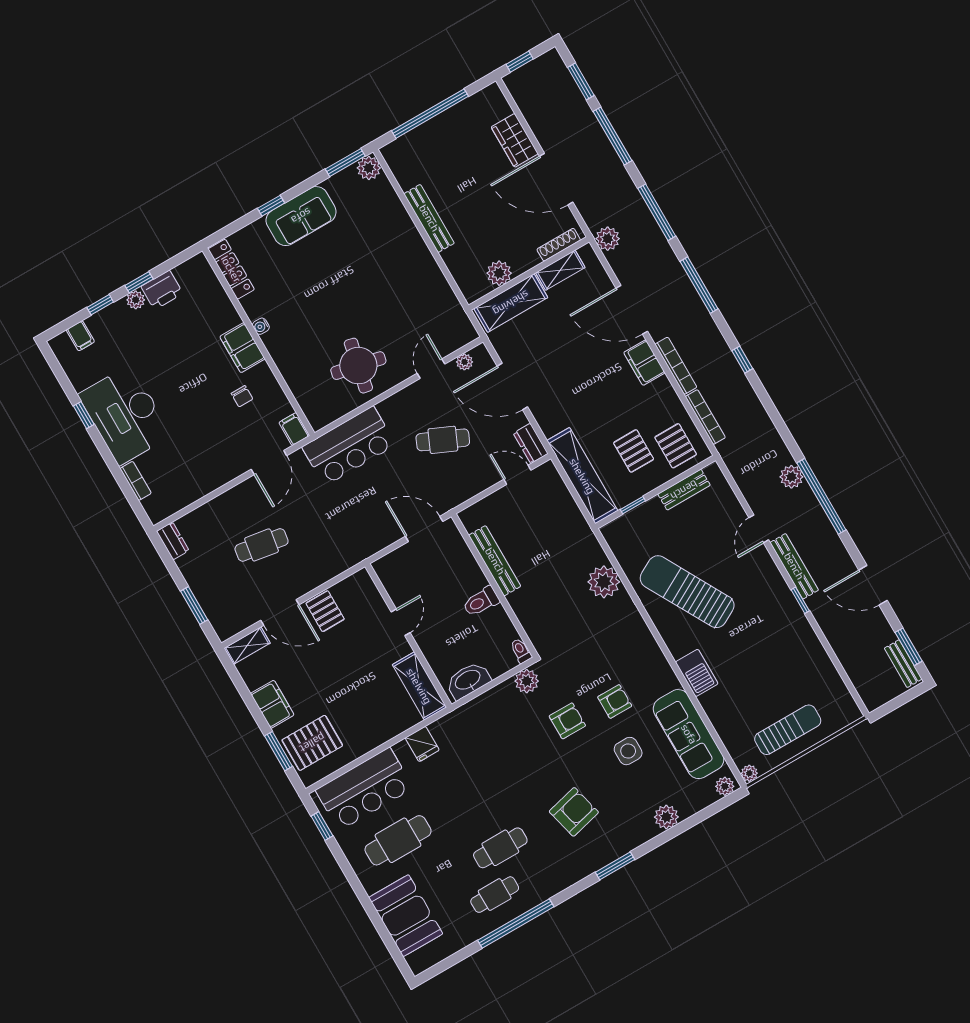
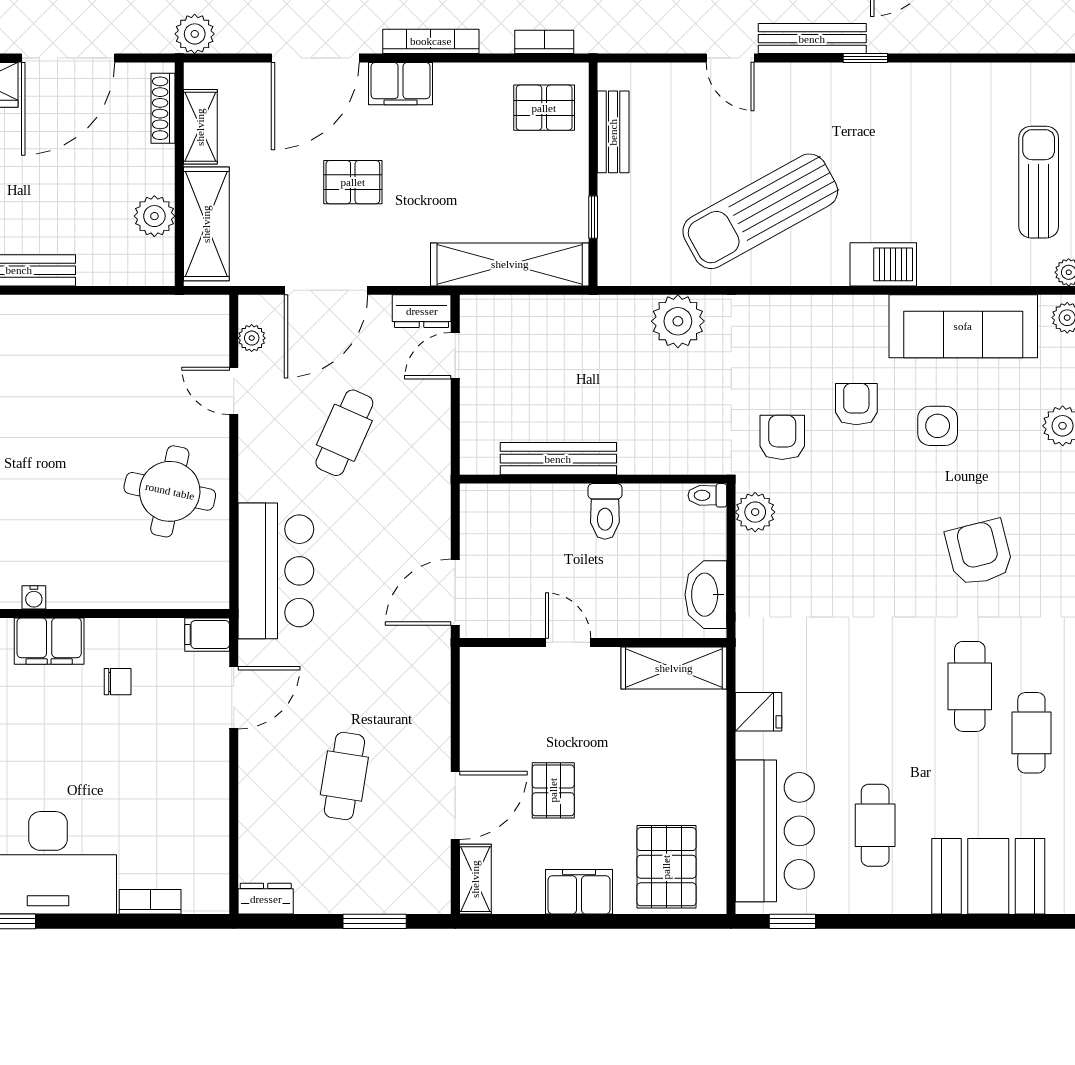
bookcase: (705, 417) -> (544, 42), width x0.64
pallet: (634, 451) -> (353, 182), moved
door: (269, 463) -> (234, 698), hinge flipped
door: (424, 529) -> (455, 592), moved
pallet: (325, 611) -> (553, 790), moved, turned 90
armchair: (567, 721) -> (782, 437), moved
window: (279, 751) -> (651, 921), removed
cafe table: (398, 840) -> (875, 825), width x0.73, depth x0.74

